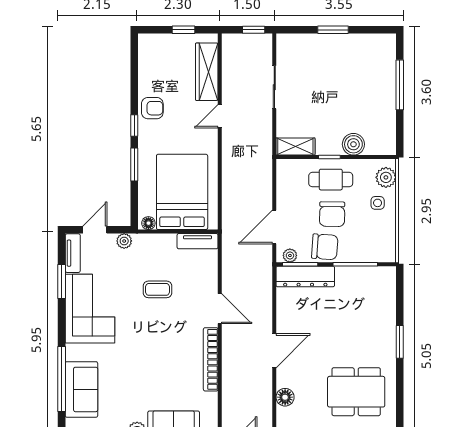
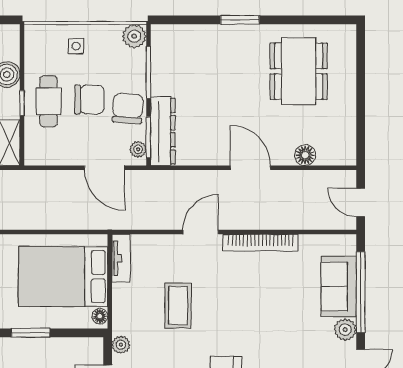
plant: (386, 177) -> (134, 36), moved
coffee table: (157, 289) -> (178, 306), width x1.36, depth x1.30

